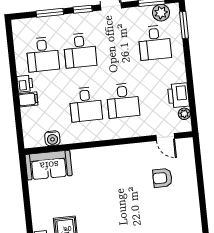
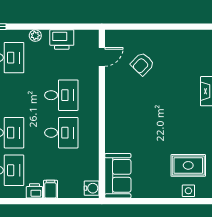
plant: (184, 114) -> (35, 36), moved
water cooler: (52, 138) -> (92, 188), moved
armchair: (162, 178) -> (142, 64), turned 44

